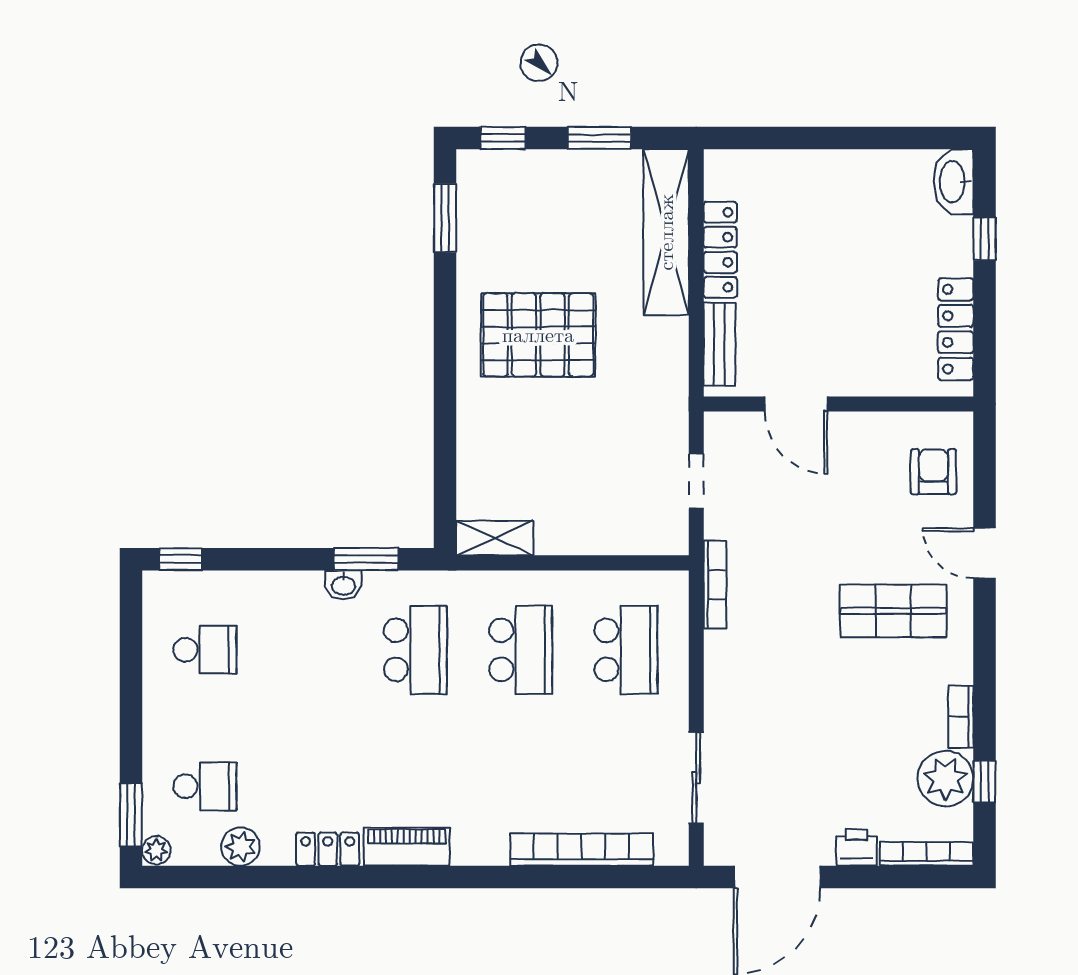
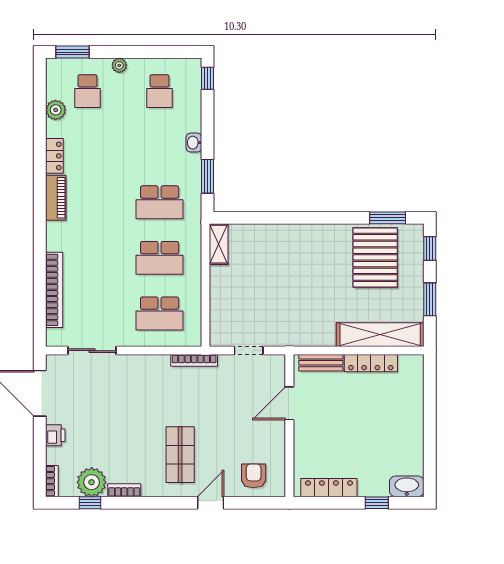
pallet: (538, 335) -> (375, 257), moved
armchair: (933, 472) -> (254, 476), turned -90
washbasin: (343, 585) -> (194, 143), moved
plant: (156, 850) -> (119, 65), moved
bookcase: (927, 854) -> (52, 481), width x0.64

